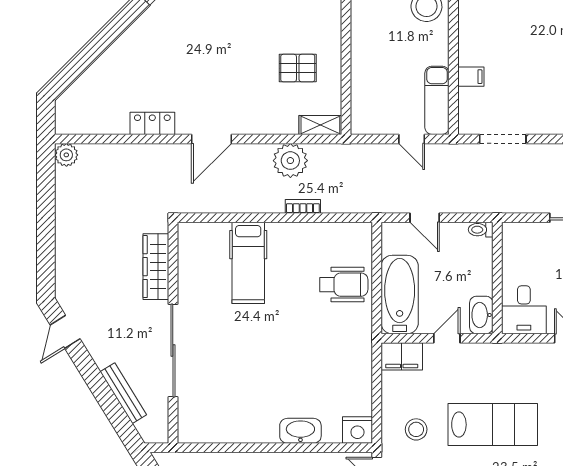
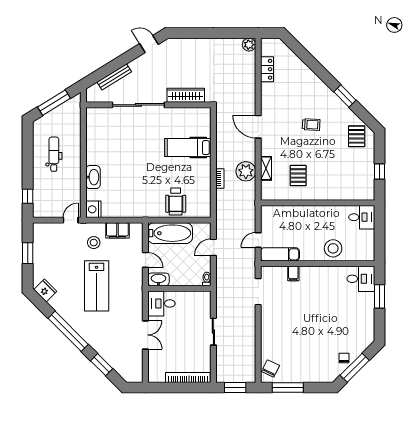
trolley: (208, 45) -> (311, 125), added
locker: (152, 123) -> (267, 69), moved
shelving: (320, 125) -> (266, 168), moved
filing cabinet: (402, 356) -> (117, 230), moved, turned -90

